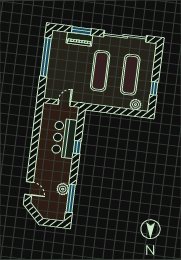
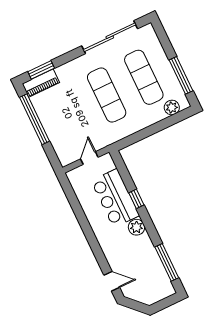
window: (81, 31) -> (41, 70), moved
piano: (79, 39) -> (41, 83), moved
window: (154, 88) -> (181, 75), width x2.17
plant: (63, 189) -> (136, 227), moved

